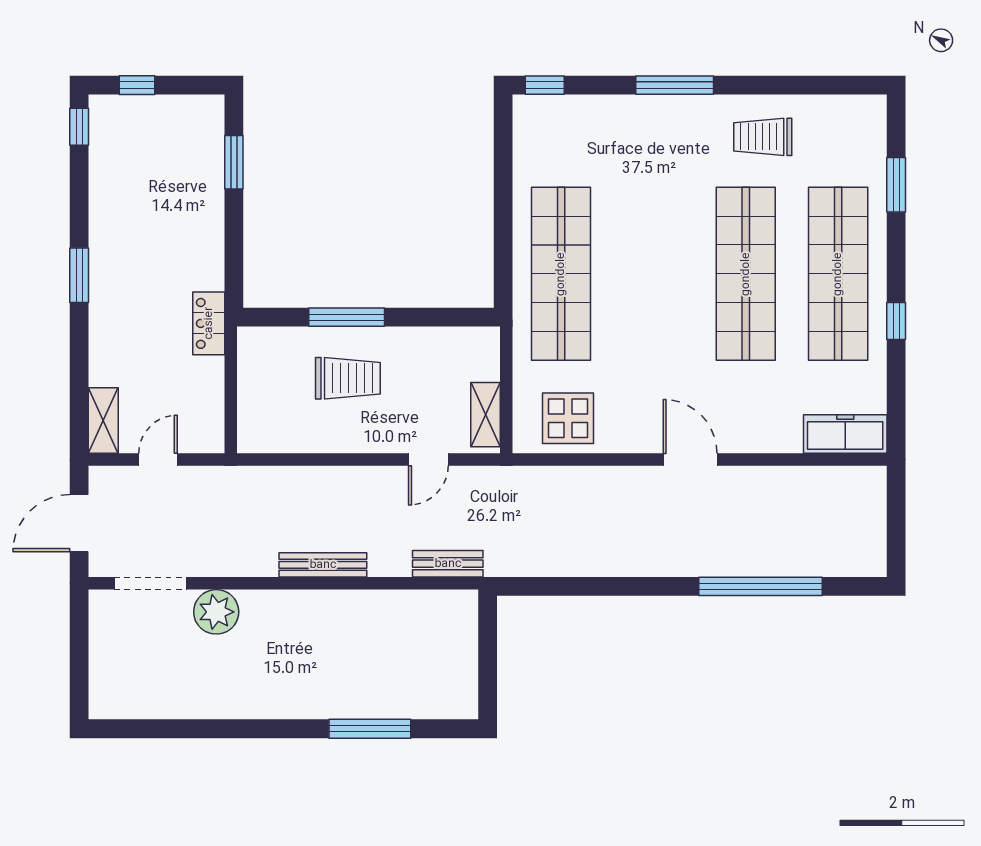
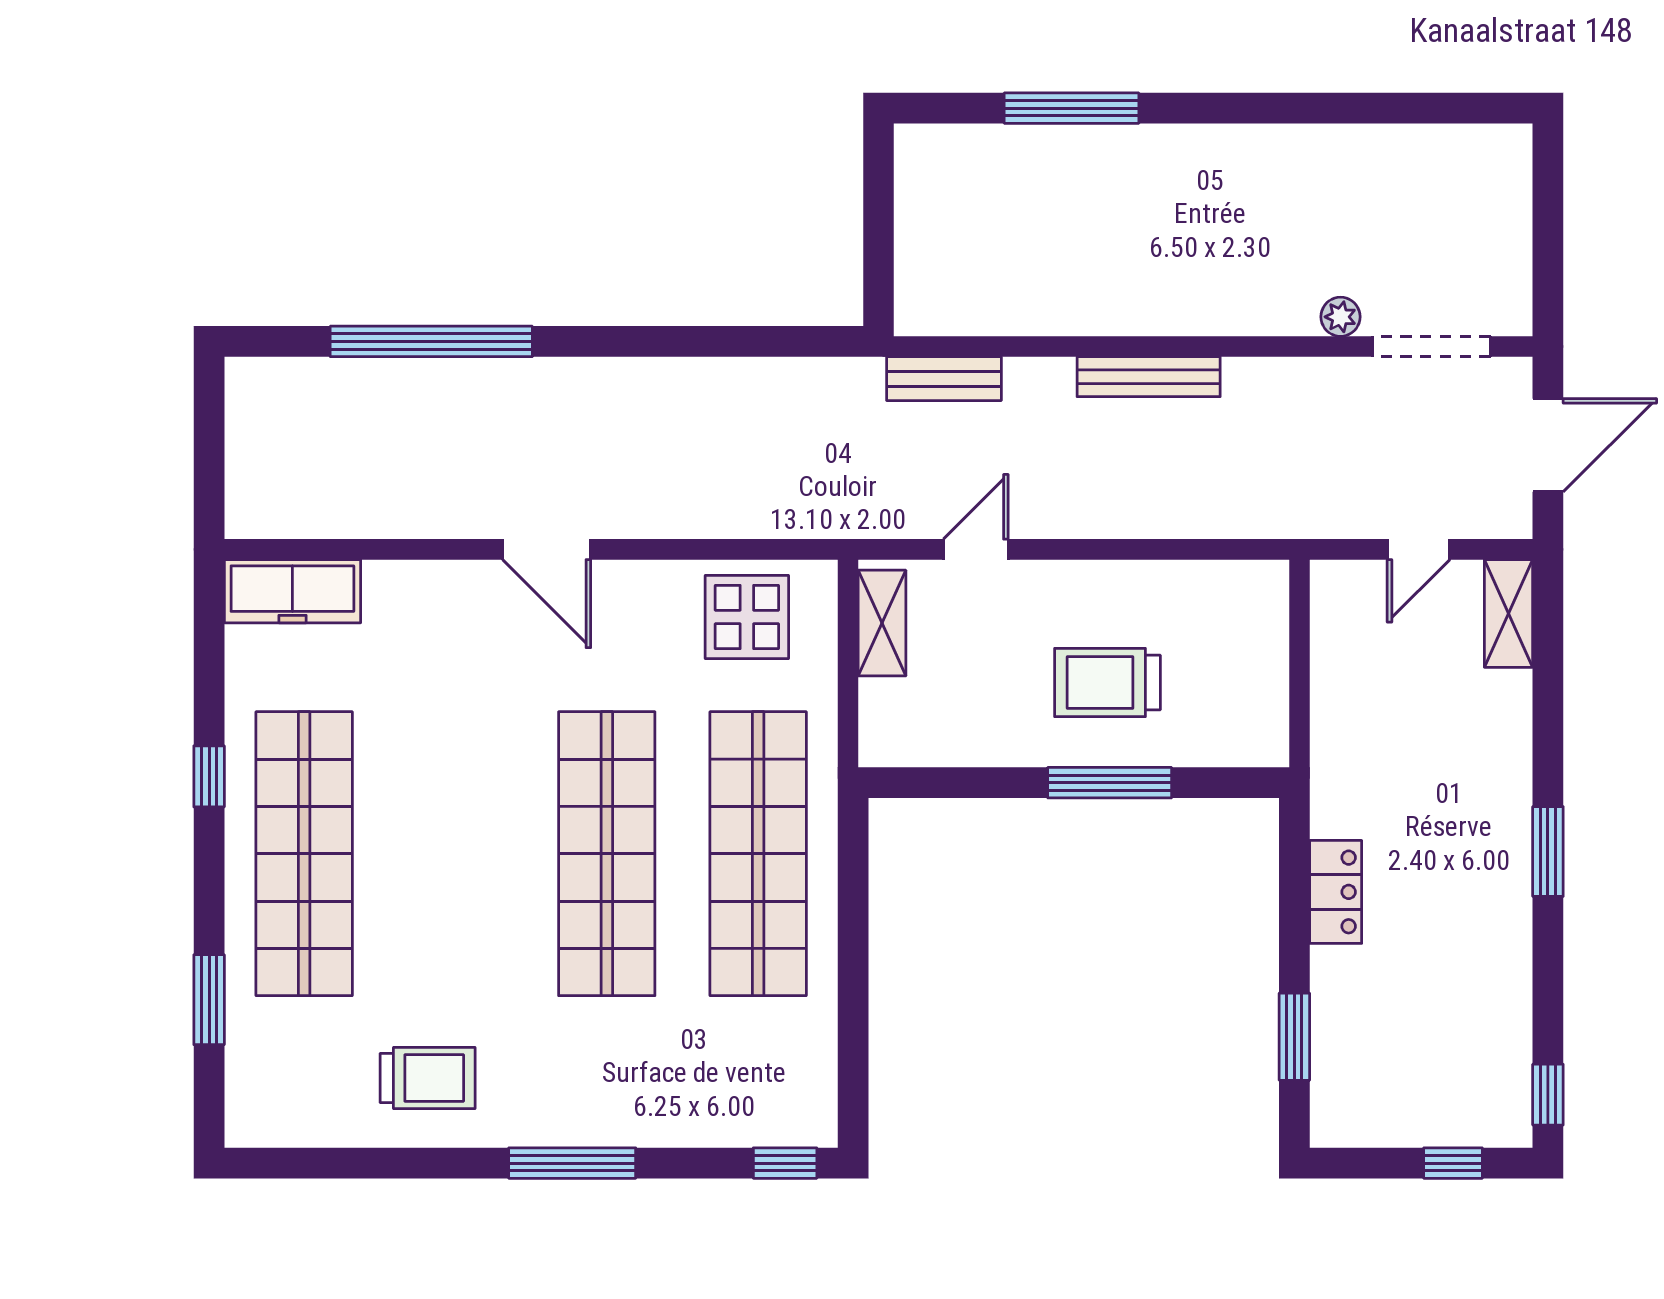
shop shelf: (746, 274) -> (607, 854), moved
locker: (209, 323) -> (1336, 892), moved
plant: (216, 612) -> (1340, 317), width x0.53, depth x0.53

